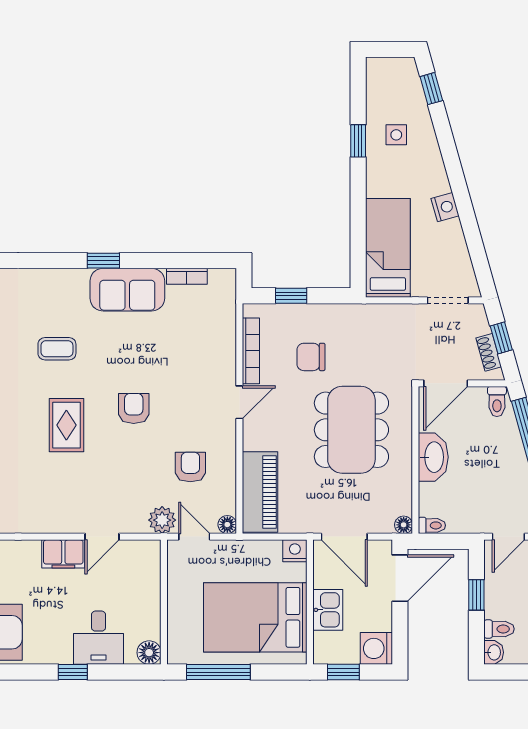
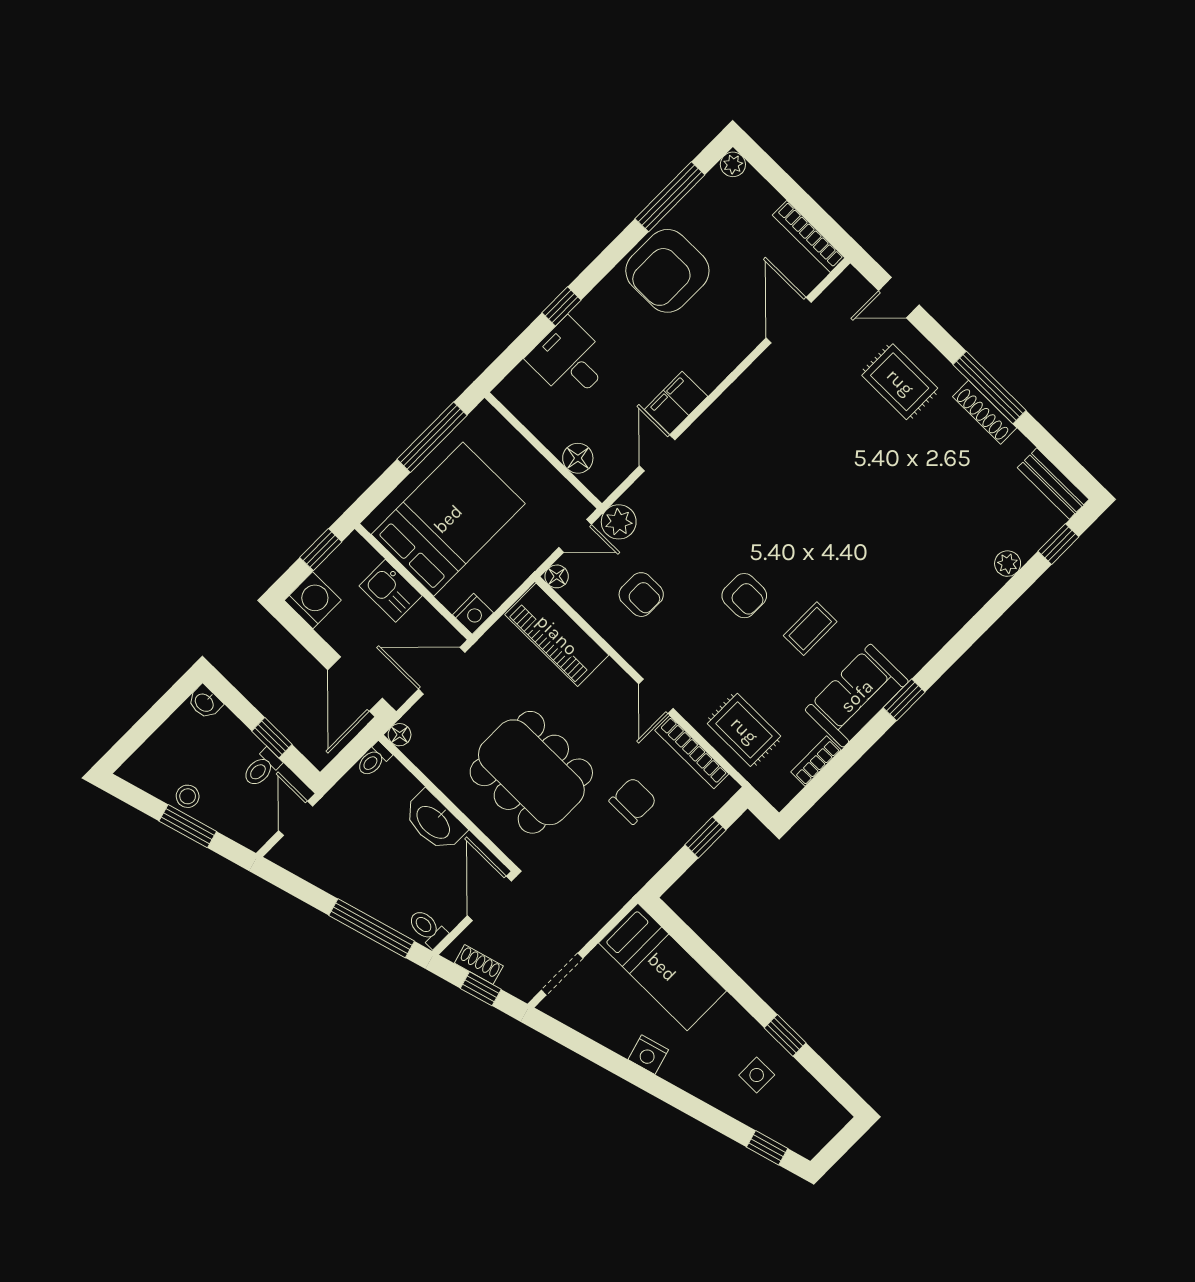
coffee table: (57, 349) -> (810, 629), moved
rug: (66, 425) -> (744, 730), moved
toilet: (499, 629) -> (262, 768), moved
floor lamp: (149, 653) -> (578, 458), moved

